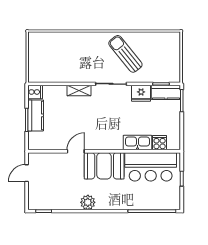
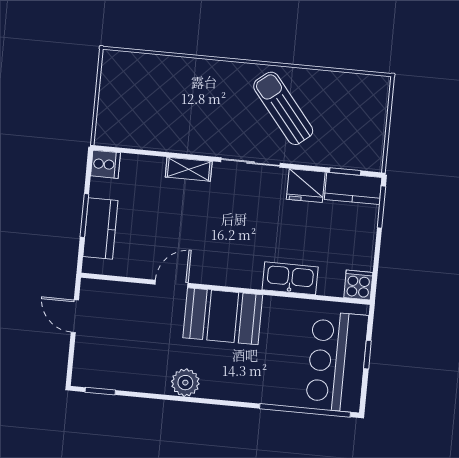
kitchen counter: (36, 115) -> (100, 229), moved
cooker: (160, 143) -> (358, 285), moved
bar counter: (151, 167) -> (337, 362), moved, turned 90
door: (27, 173) -> (75, 316), hinge flipped

